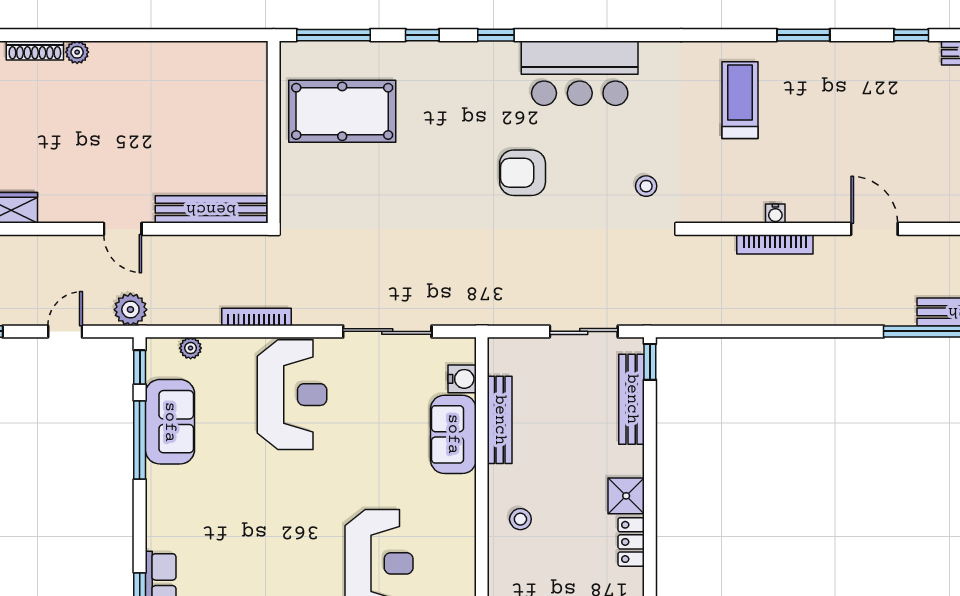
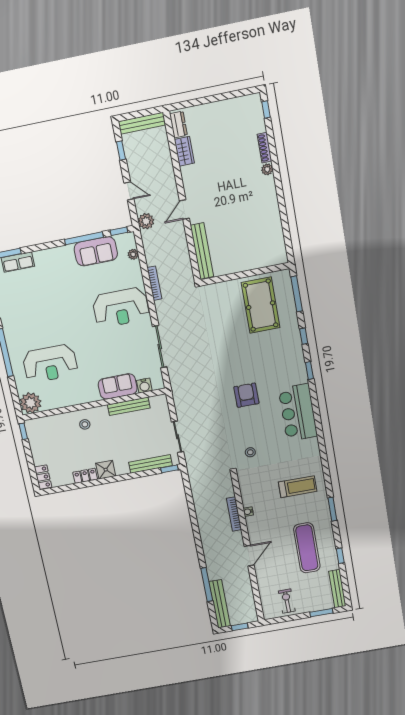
exercise mat: (880, 103) -> (307, 548), added

